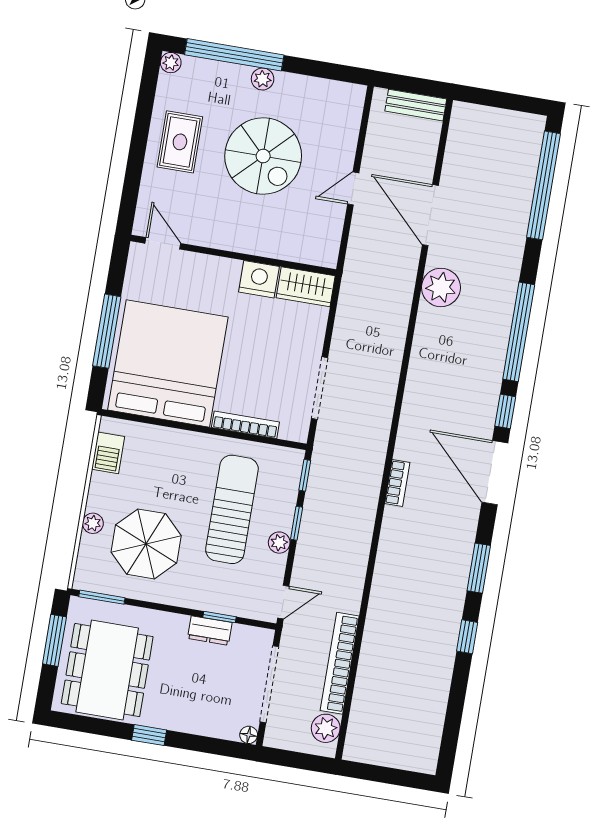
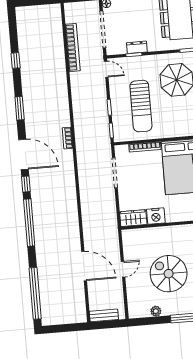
plant: (263, 79) -> (156, 311), moved
plant: (441, 287) -> (71, 234), removed
plant: (279, 543) -> (115, 96), removed
door: (283, 602) -> (106, 69), swing flipped
window: (467, 637) -> (16, 60), moved
plant: (326, 728) -> (71, 16), removed

